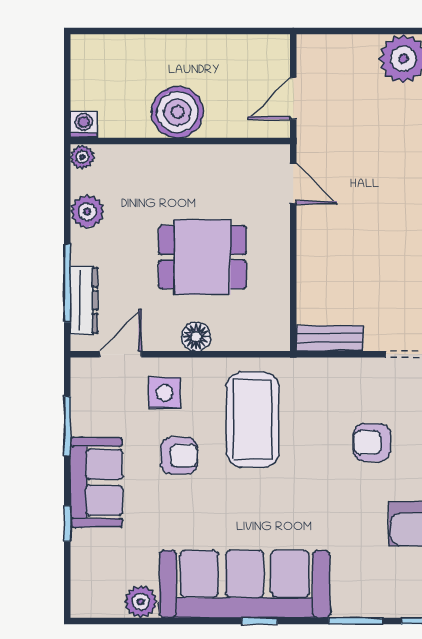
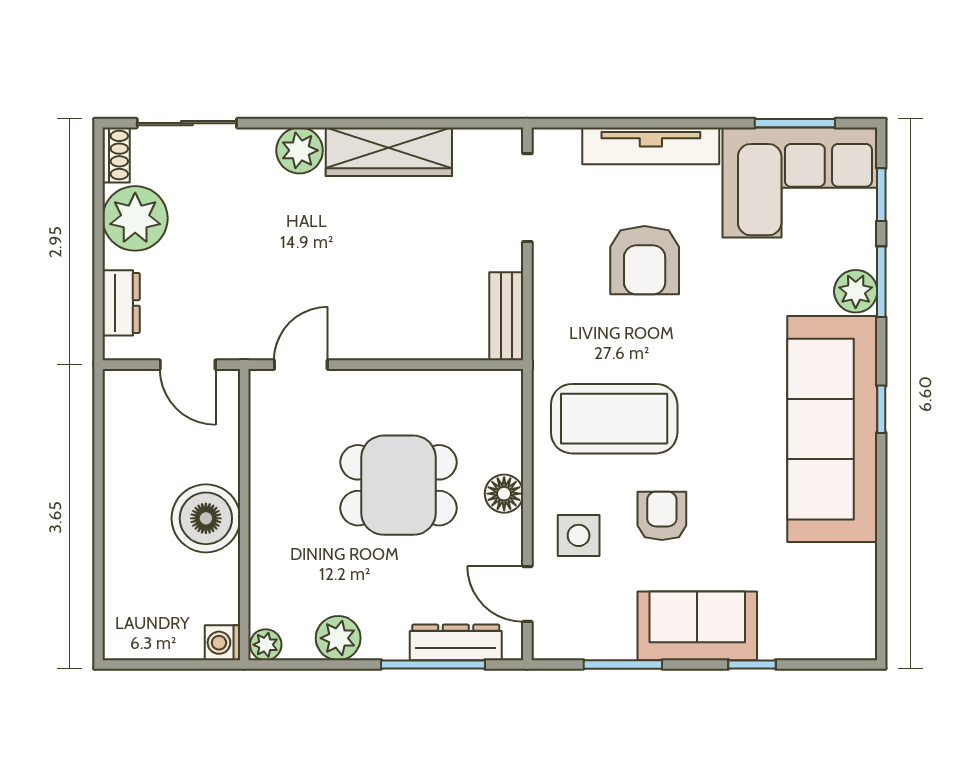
dresser: (340, 48) -> (121, 303), added
dining table: (202, 257) -> (399, 485), turned 90
armchair: (372, 443) -> (645, 260), width x1.38, depth x1.38
plant: (141, 602) -> (856, 291), moved

